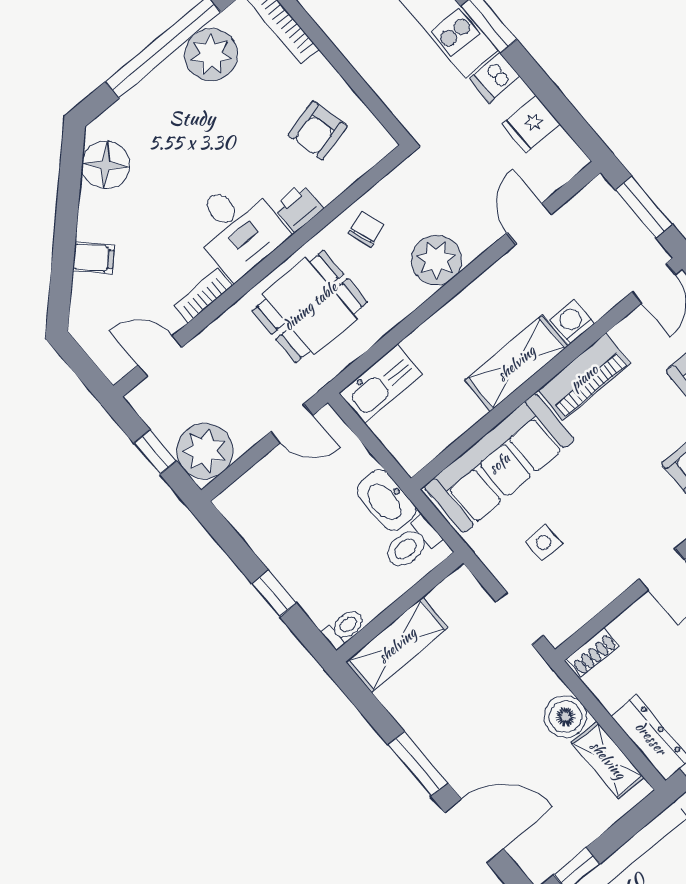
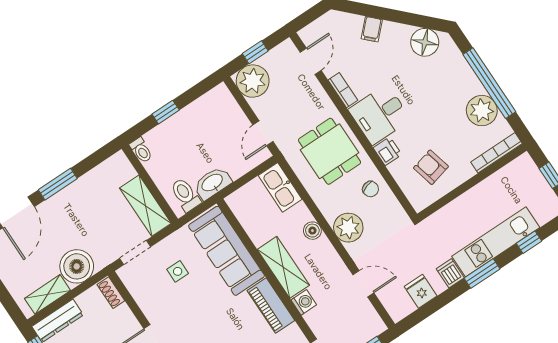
boiler: (448, 321) -> (312, 231), added
shelving: (397, 645) -> (145, 206), moved
boiler: (565, 717) -> (77, 266), width x1.37, depth x1.37

